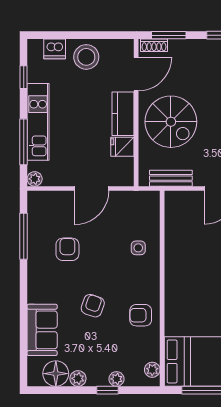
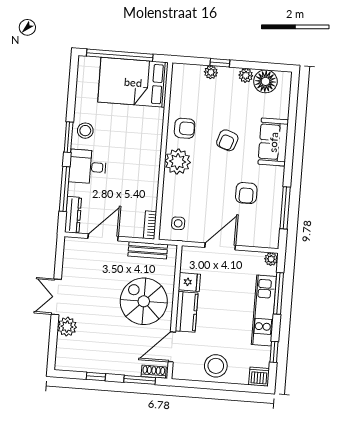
dishwasher: (55, 49) -> (259, 377), moved
bookcase: (170, 206) -> (150, 225), added
side table: (138, 248) -> (178, 223), moved
sofa: (42, 330) -> (273, 142), moved
plant: (152, 370) -> (178, 162), moved, width x1.88, depth x1.88

